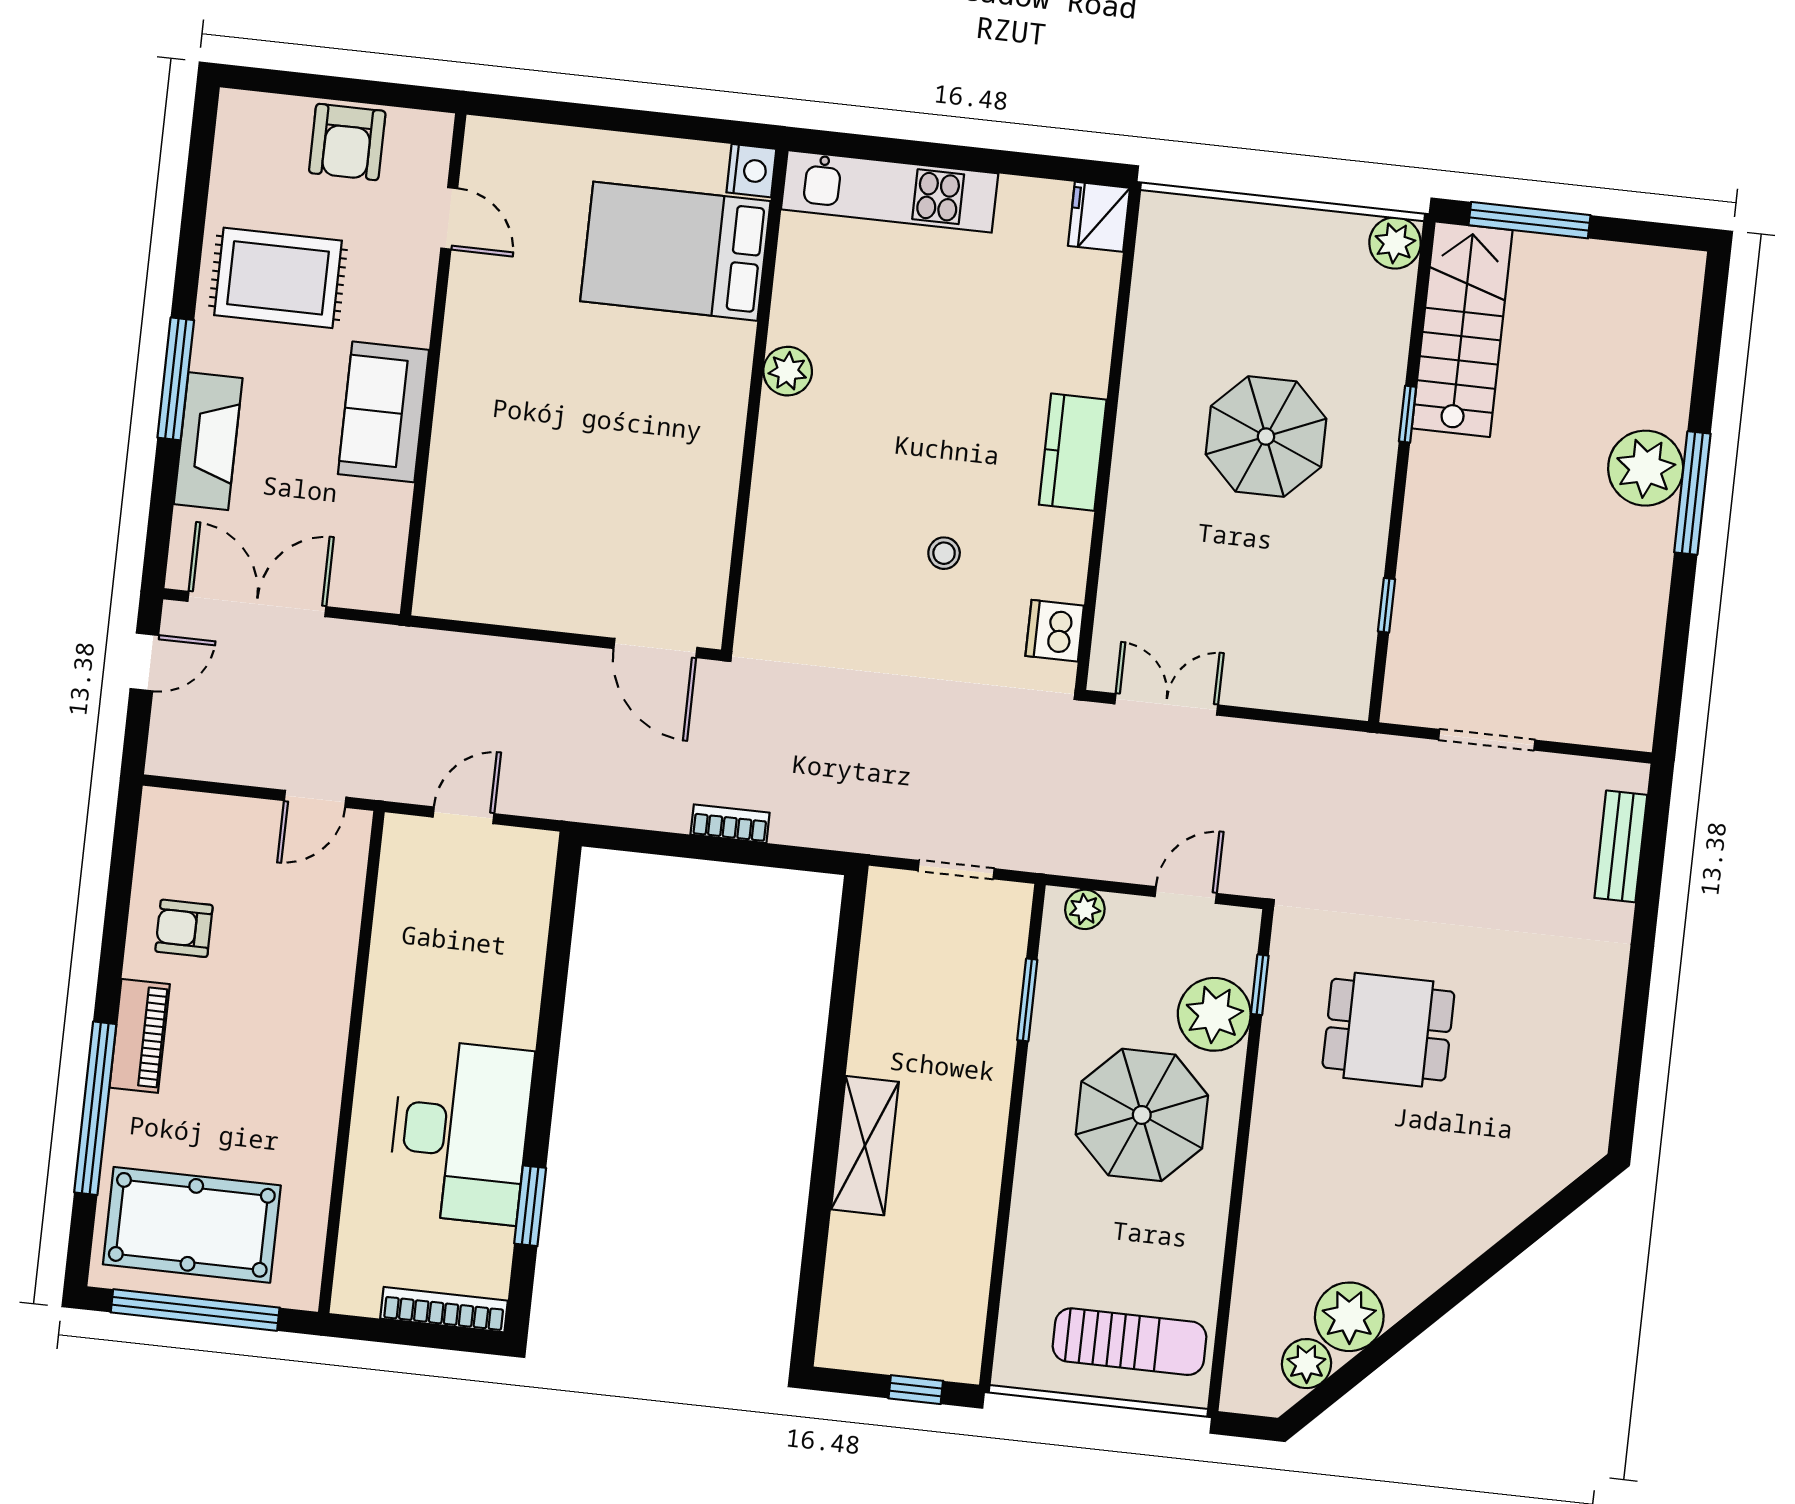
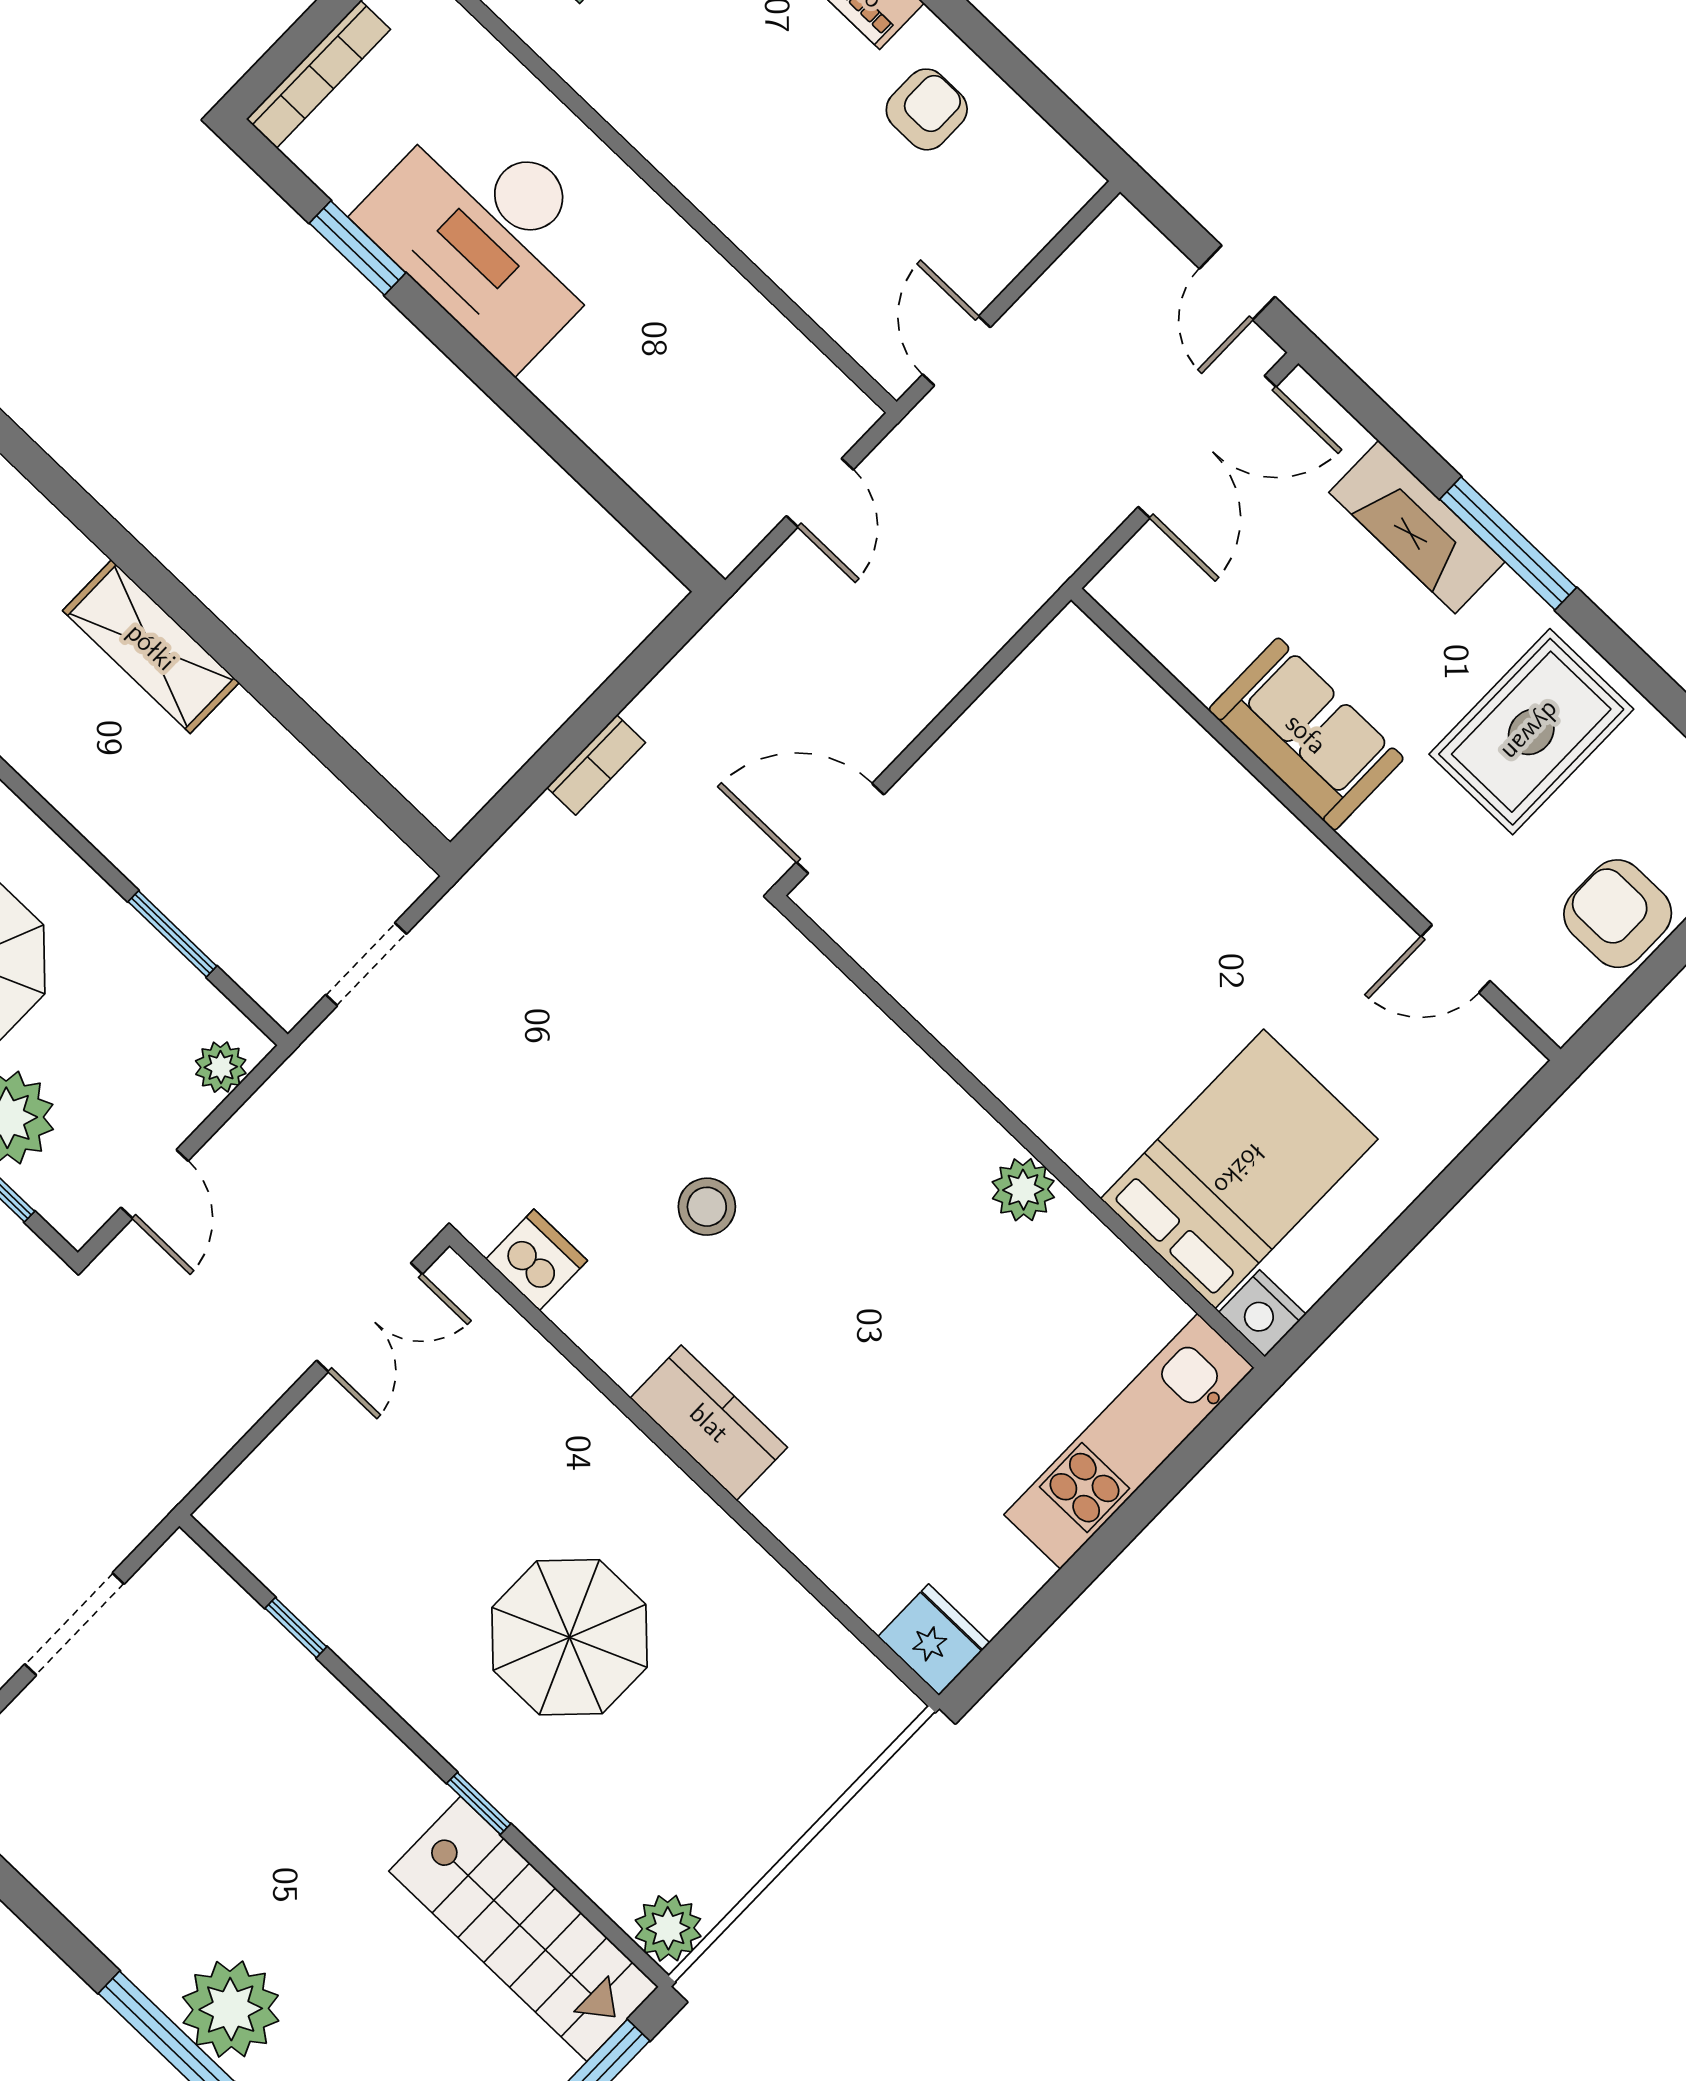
stool: (944, 553) -> (707, 1207), width x1.37, depth x1.37

